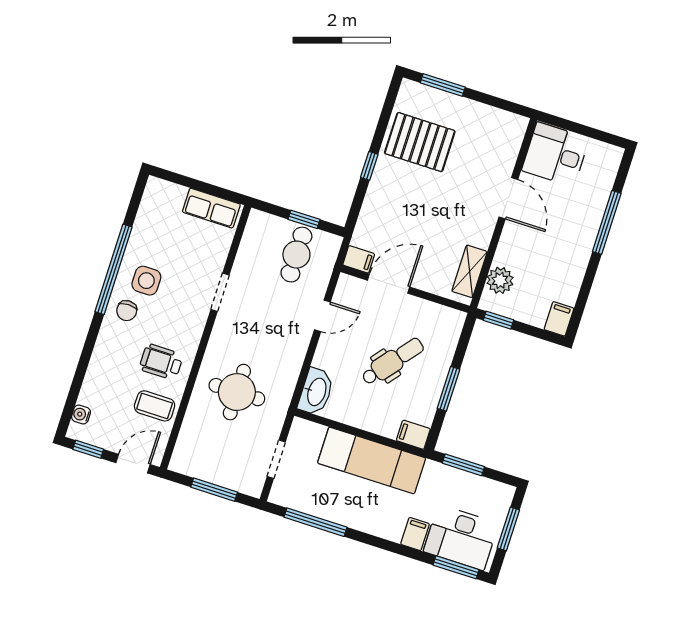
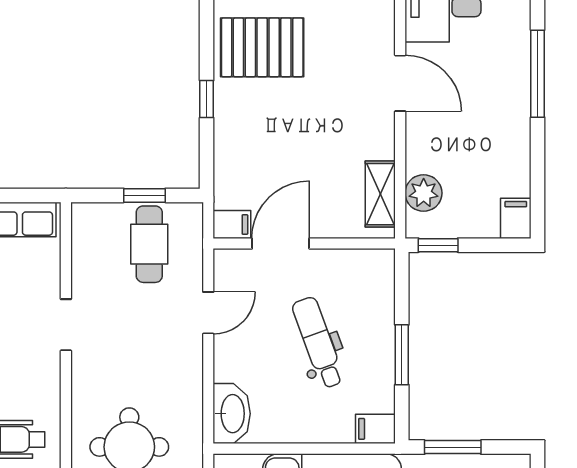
dental chair: (393, 361) -> (318, 343), turned -59

